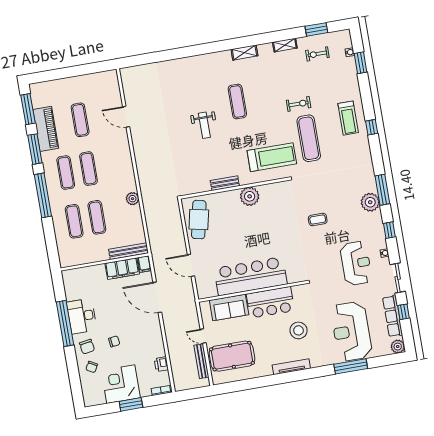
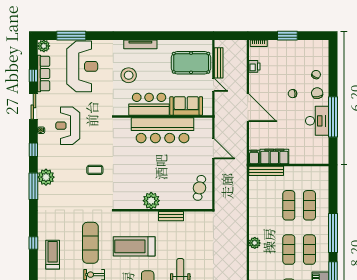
treadmill: (272, 157) -> (134, 246), moved
plant: (132, 199) -> (255, 243), moved
cafe table: (199, 220) -> (199, 188), width x0.73, depth x0.74
door: (157, 297) -> (248, 108), moved
window: (351, 366) -> (71, 36), moved
corner desk: (121, 384) -> (293, 55), removed

